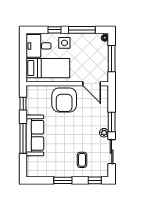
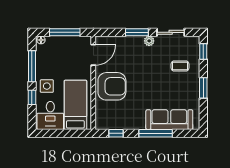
sofa: (35, 135) -> (169, 120), moved

